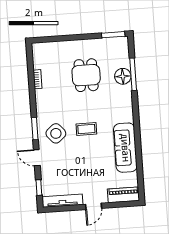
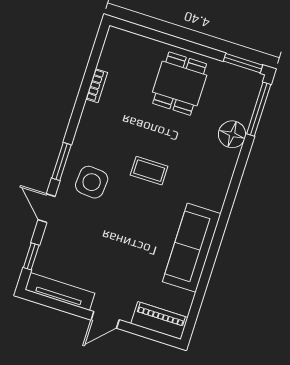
window: (133, 74) -> (259, 109), moved
dining table: (86, 75) -> (180, 84), moved
coffee table: (86, 129) -> (149, 171), moved
side table: (56, 133) -> (92, 182), turned 45

